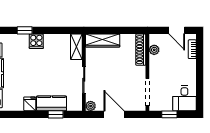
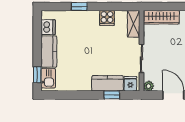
cooker: (36, 41) -> (107, 18), moved
fridge: (30, 104) -> (130, 84), moved

